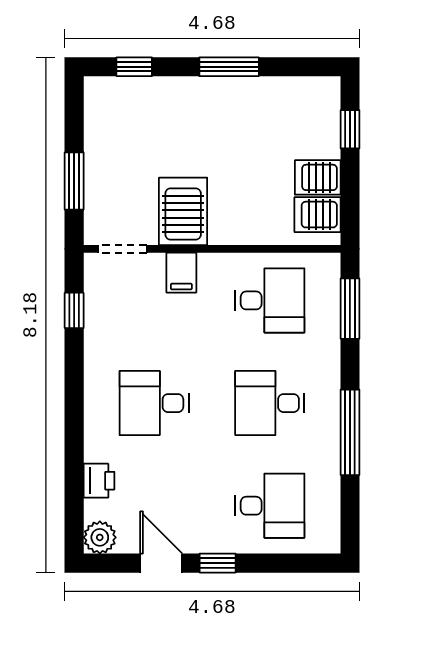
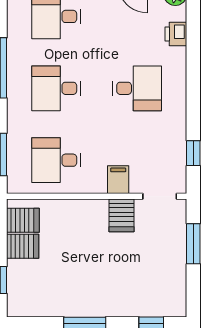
server rack: (183, 211) -> (121, 215), width x0.73, depth x0.70
desk: (270, 403) -> (56, 88), turned 180

